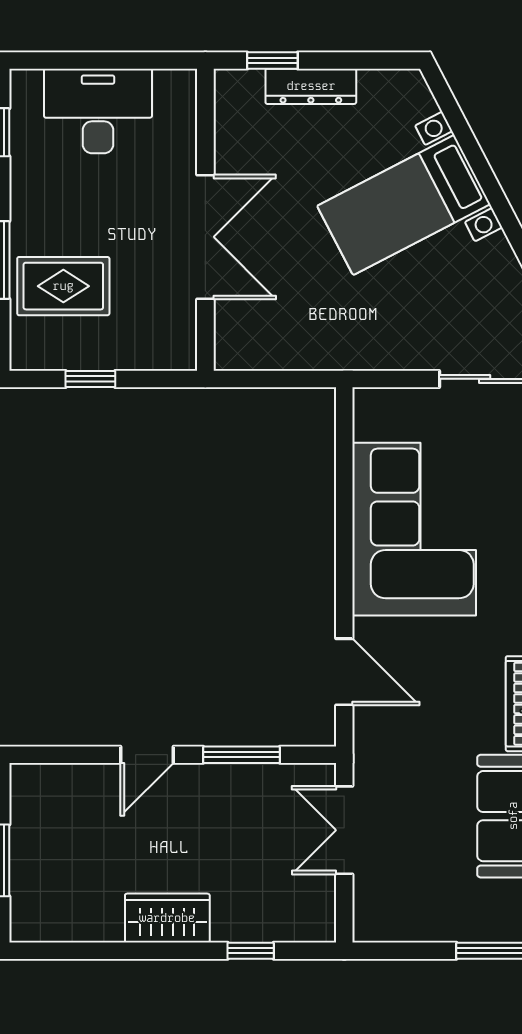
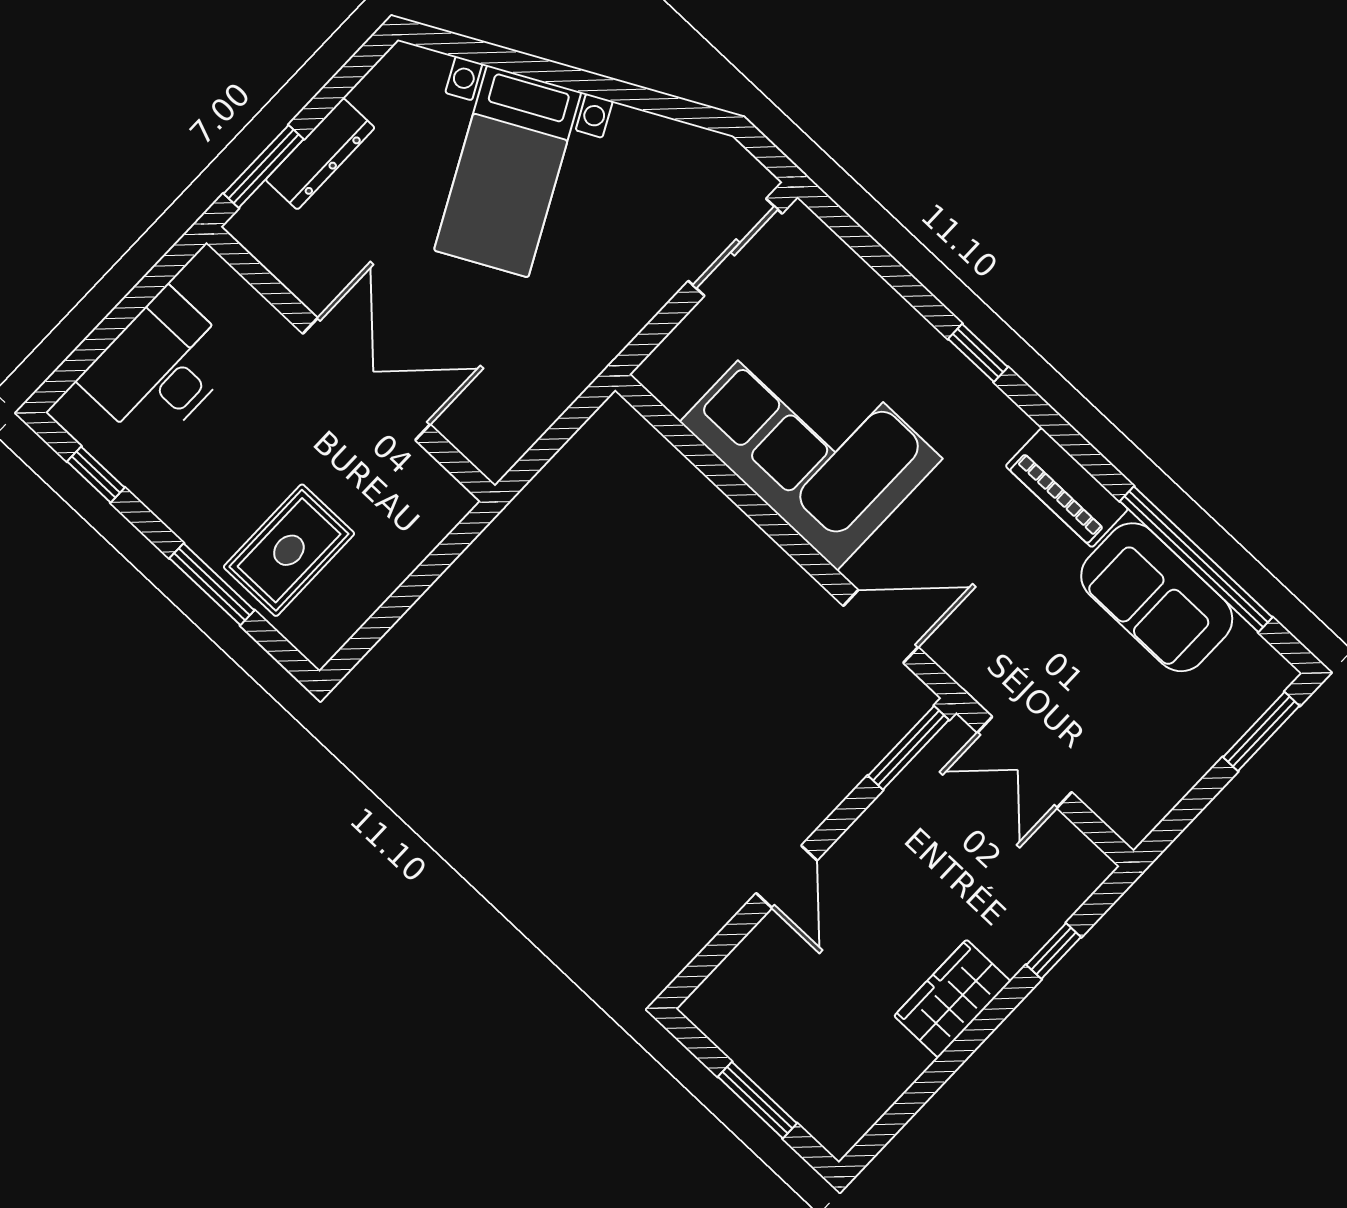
window: (272, 60) -> (264, 166), width x1.50
window: (90, 379) -> (397, 605), removed
window: (242, 755) -> (909, 748), moved

